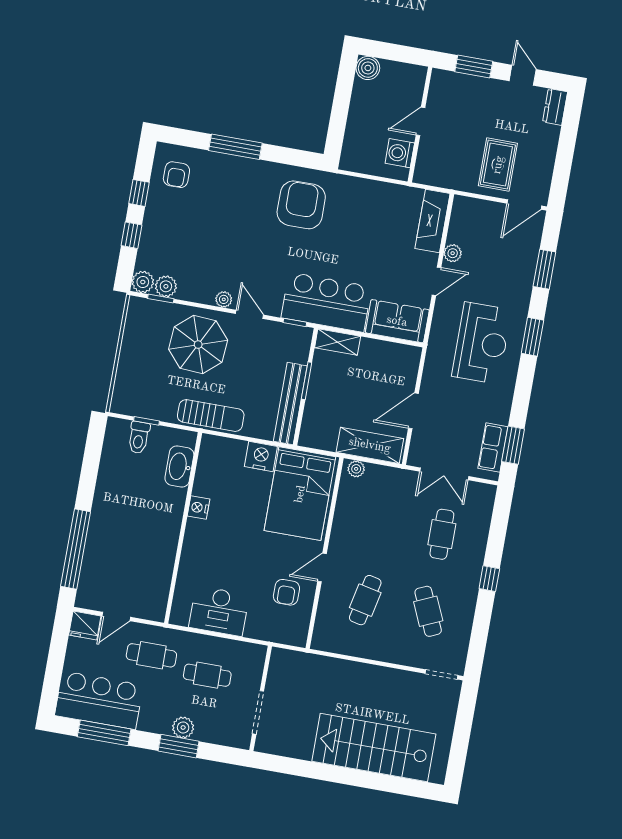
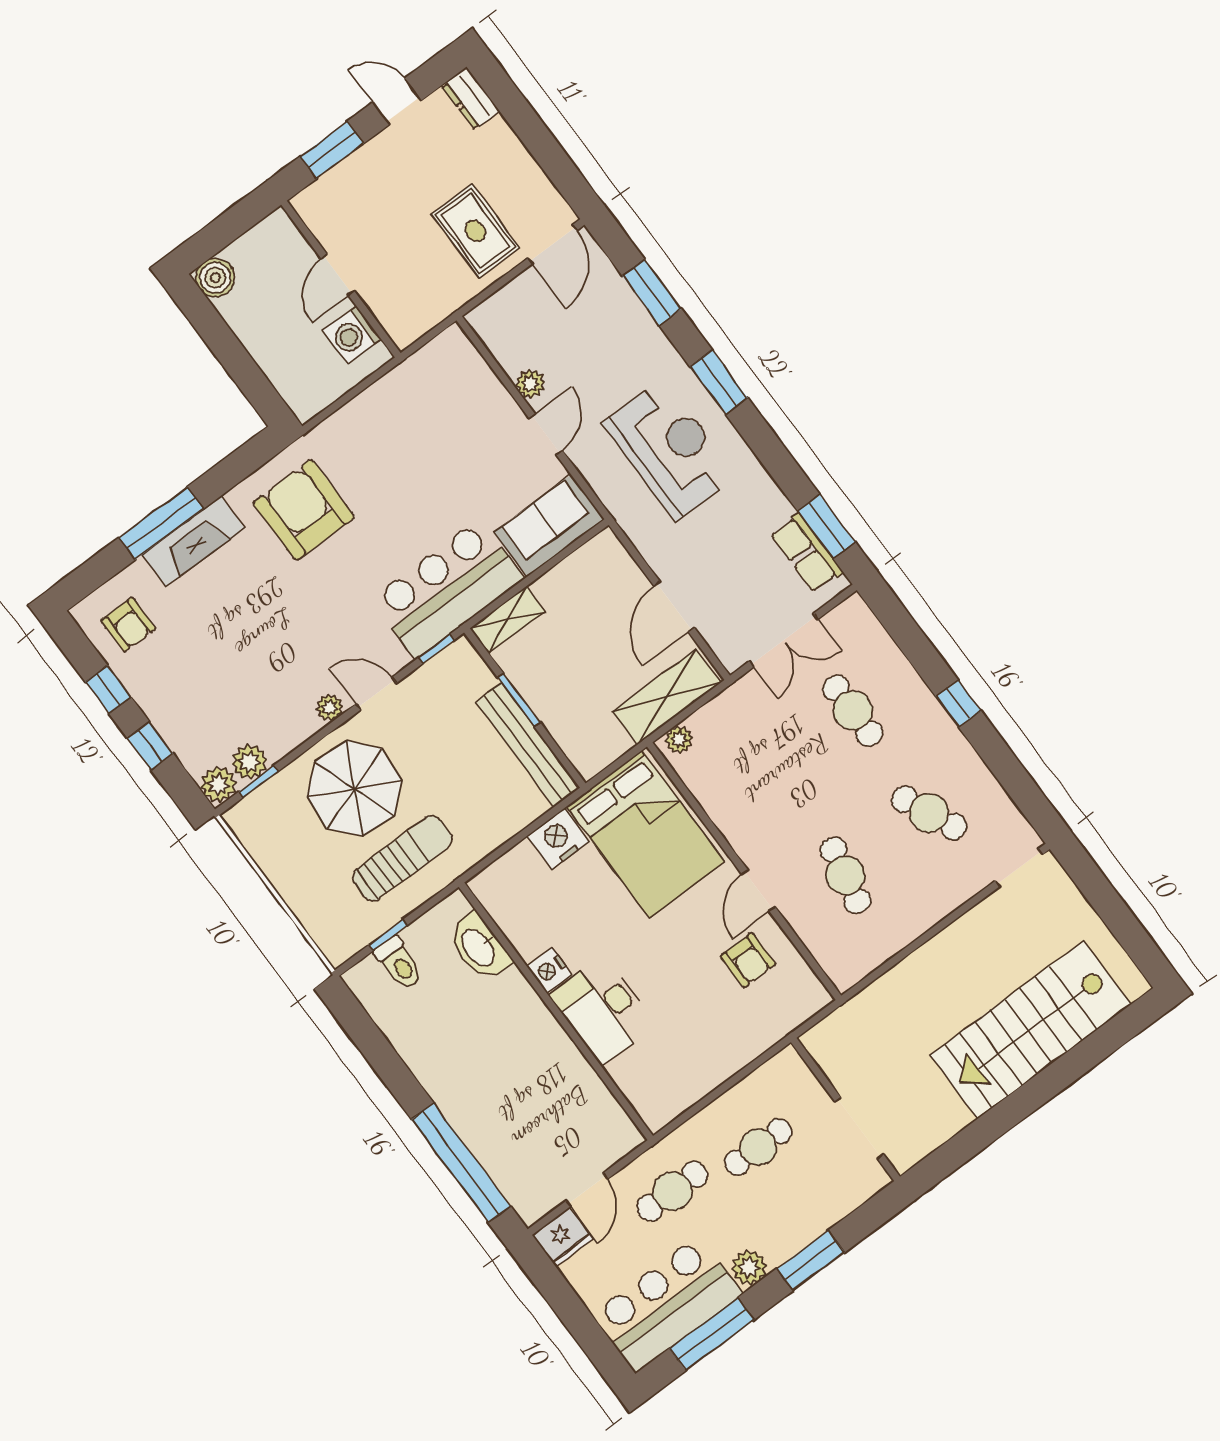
fireplace: (432, 221) -> (193, 541), moved, turned -90
sun lounger: (211, 416) -> (403, 858), moved
desk: (219, 611) -> (603, 1010), moved, turned 90
plant: (183, 727) -> (749, 1267), moved

